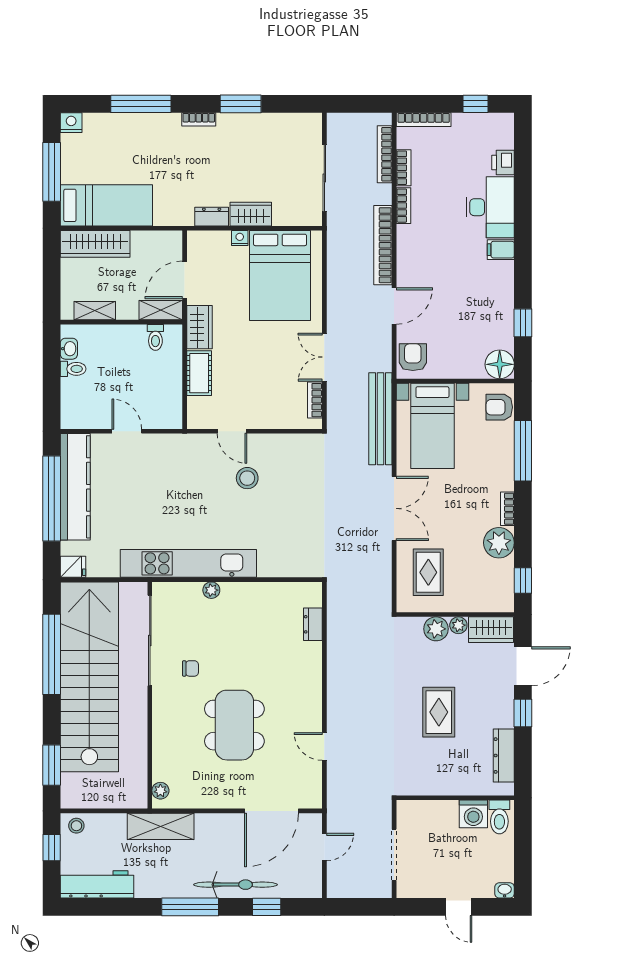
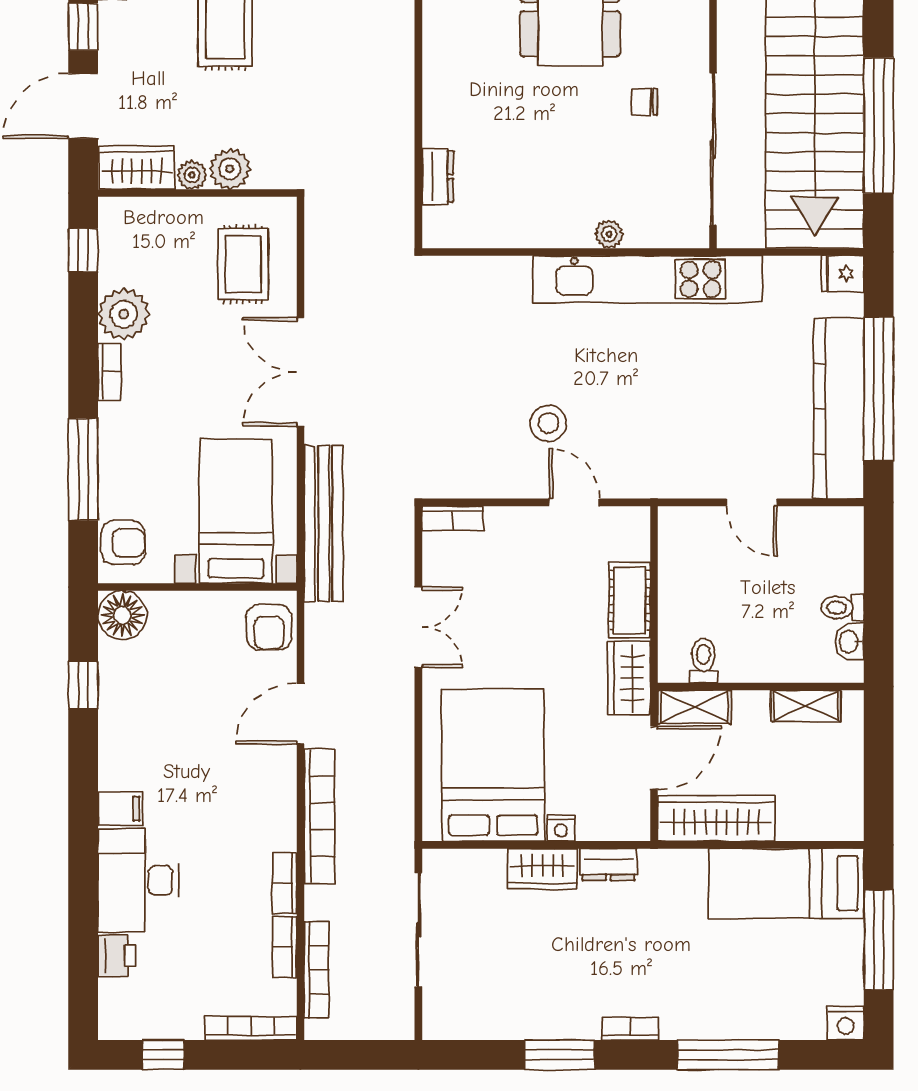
wardrobe: (95, 244) -> (716, 818), moved
bookcase: (315, 400) -> (453, 518), moved, turned 90

